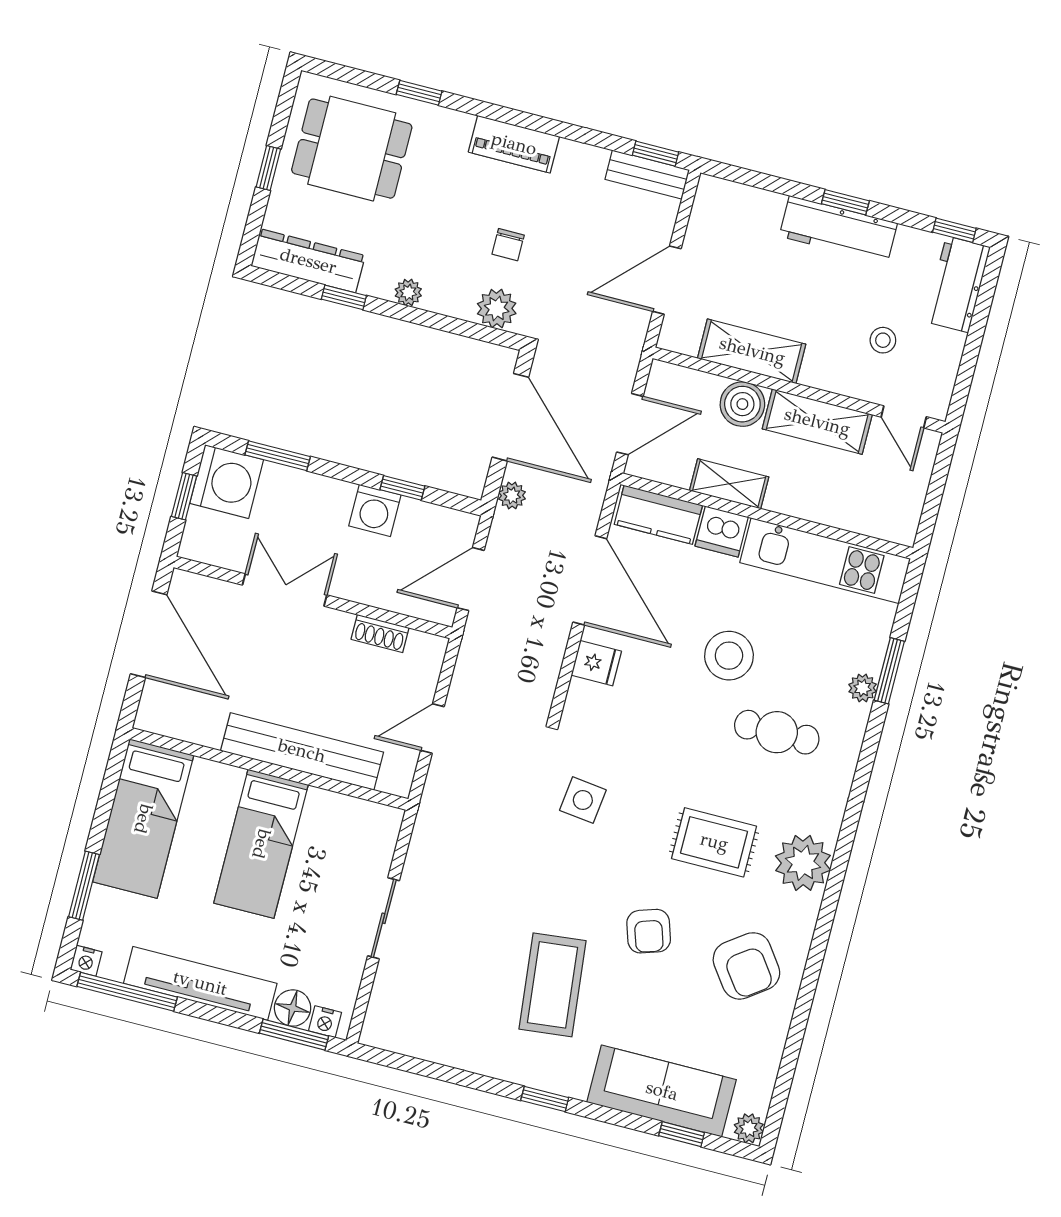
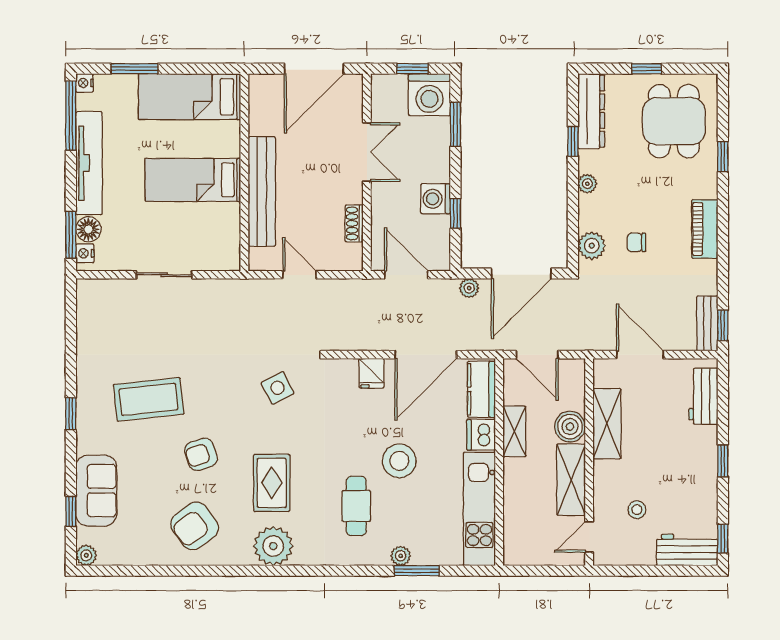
workbench: (838, 230) -> (703, 396), moved, width x0.73
side table: (583, 800) -> (278, 388), turned -34
sofa: (662, 1091) -> (96, 491), width x0.73

